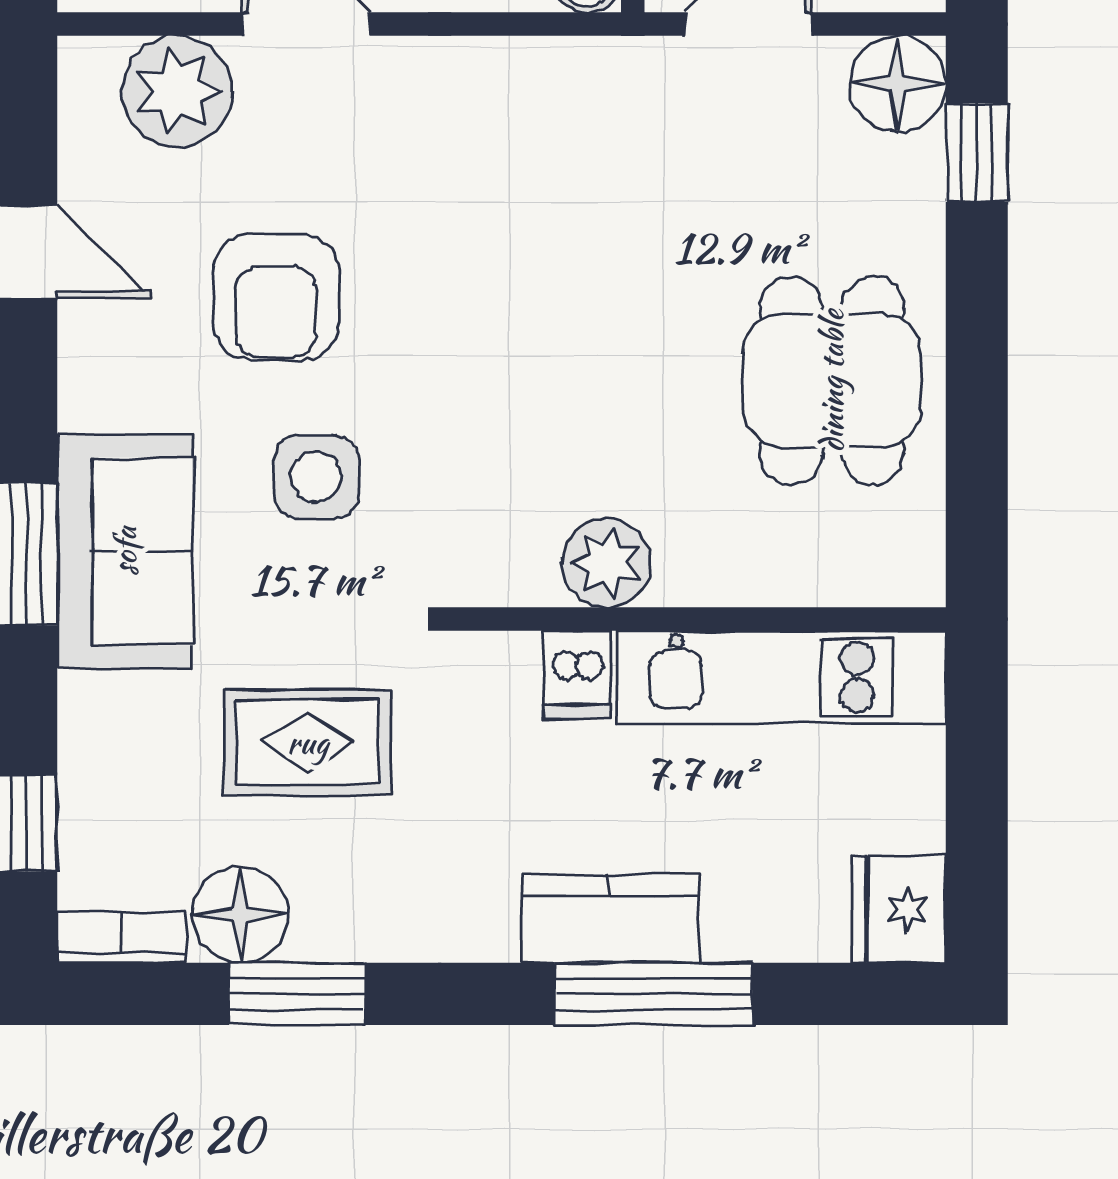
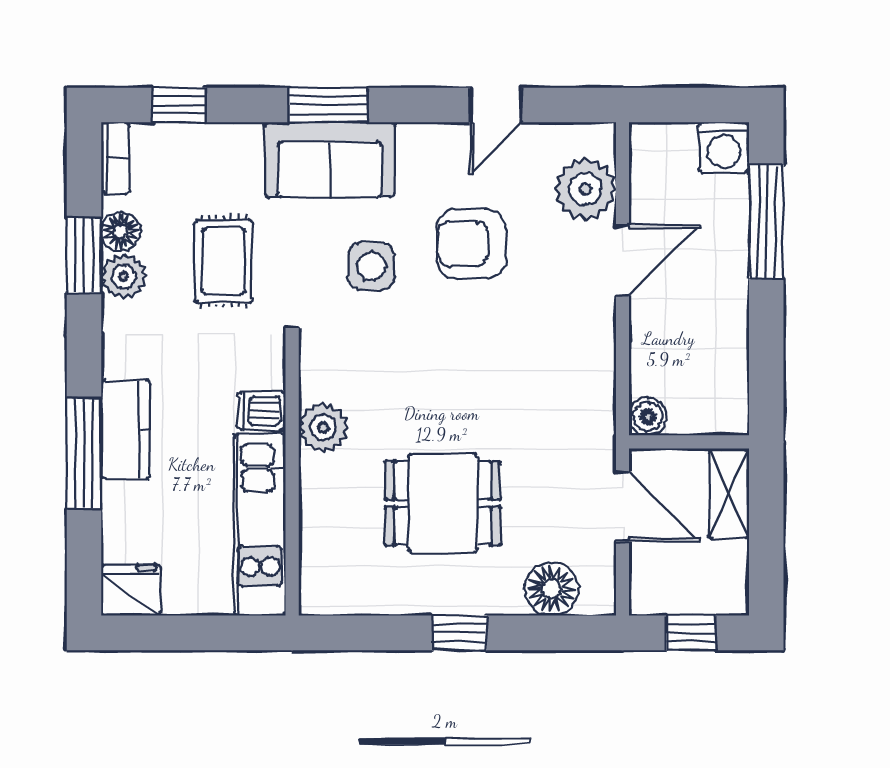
floor lamp: (898, 84) -> (551, 589), moved
window: (977, 152) -> (459, 633), moved
dining table: (832, 381) -> (443, 503), moved
floor lamp: (240, 915) -> (121, 231), width x0.73, depth x0.73
plant: (335, 922) -> (124, 277), added

